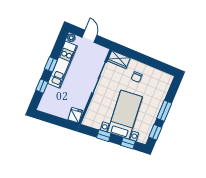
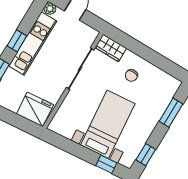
window: (164, 111) -> (171, 113), moved
fridge: (75, 115) -> (35, 109), width x1.88, depth x1.34
window: (104, 136) -> (75, 149), removed

